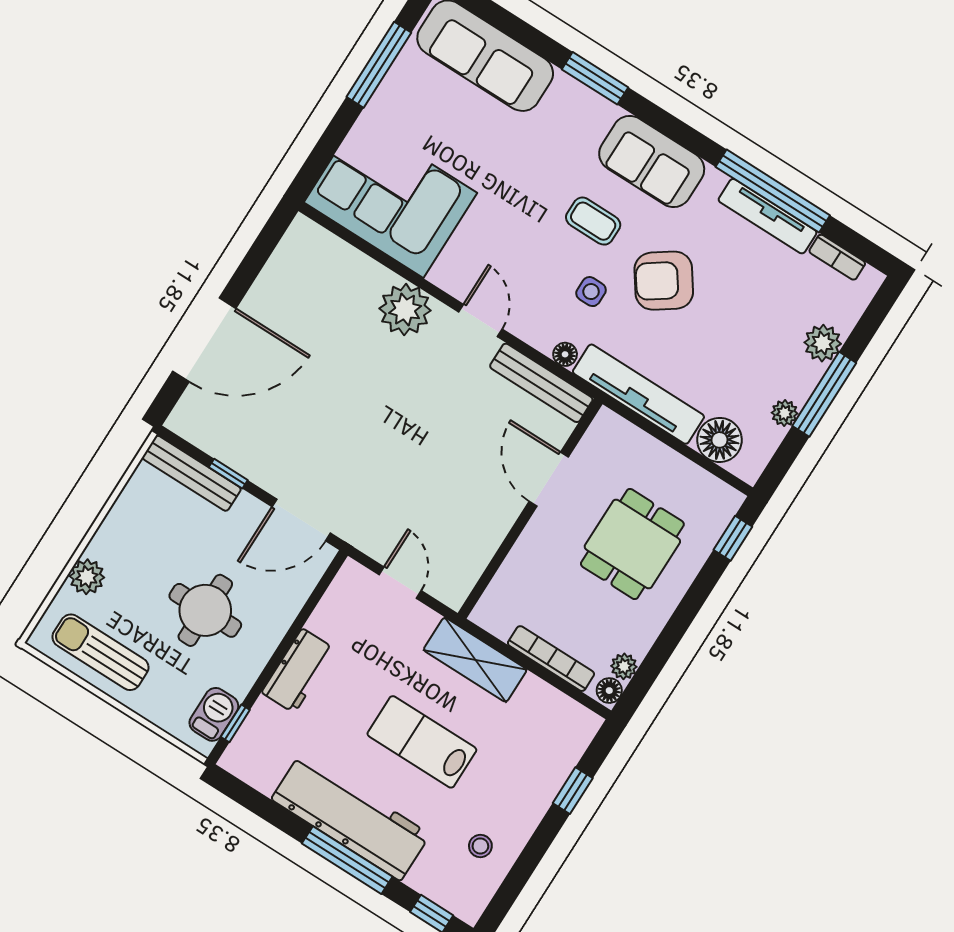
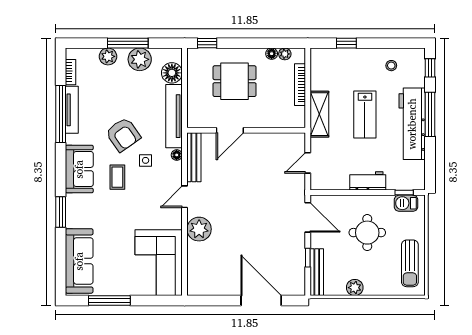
plant: (785, 413) -> (140, 59), width x1.88, depth x1.88
plant: (87, 577) -> (355, 288), moved
floor lamp: (609, 691) -> (272, 54), moved

